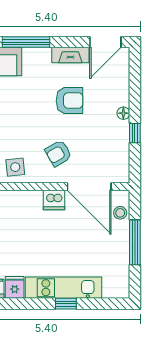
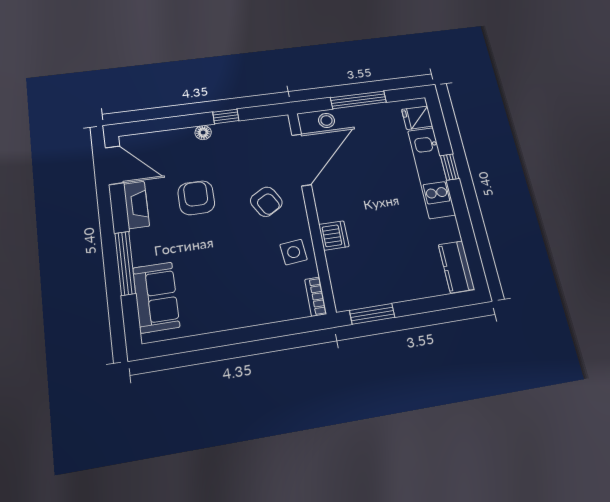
dishwasher: (54, 200) -> (334, 236), moved
fridge: (15, 287) -> (417, 118), moved

